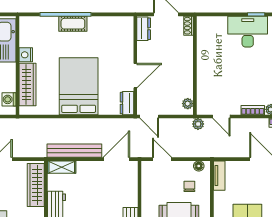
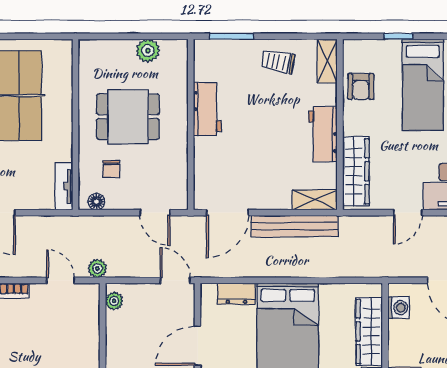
dresser: (127, 103) -> (236, 294), moved, turned 90

